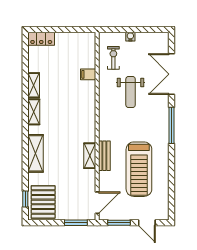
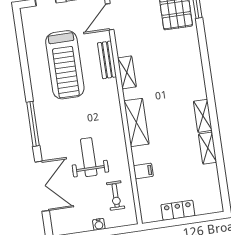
locker: (41, 39) -> (178, 210), moved
shelving: (36, 153) -> (137, 122), moved
bench: (104, 156) -> (107, 60), moved
treadmill: (139, 169) -> (65, 65), turned 180

